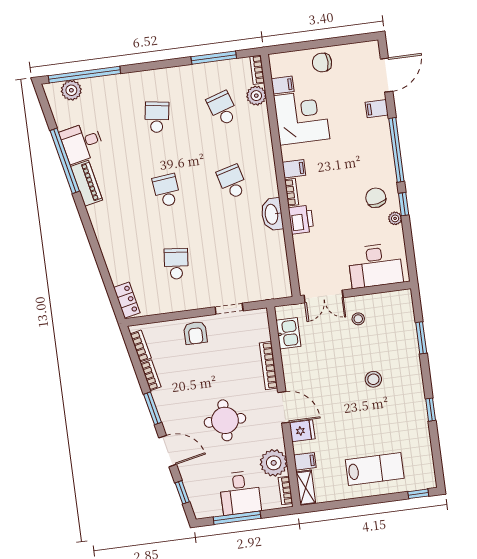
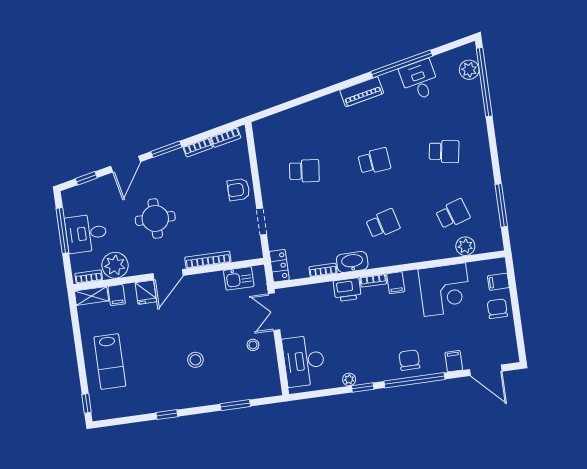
bookcase: (257, 70) -> (323, 270), moved
filing cabinet: (283, 85) -> (498, 282), moved, turned 90
piano: (87, 183) -> (362, 92), moved
chair: (376, 198) -> (409, 360), moved, turned -79
locker: (127, 300) -> (279, 266), moved, turned -78

